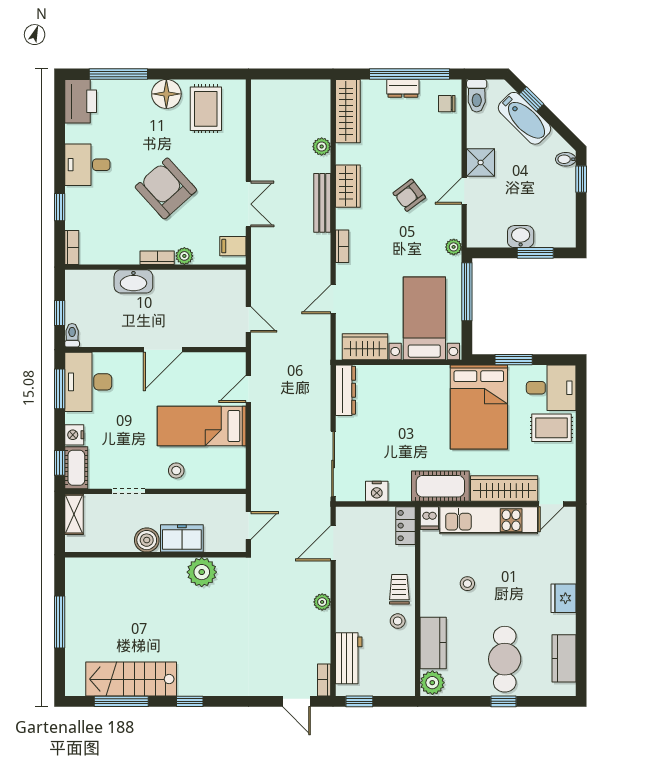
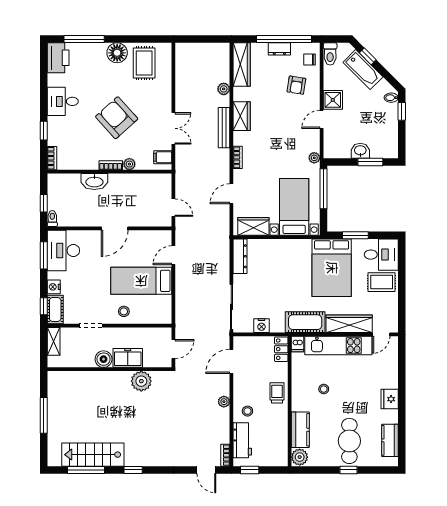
armchair: (409, 195) -> (296, 85), moved, turned -44
stool: (398, 621) -> (247, 411), moved

